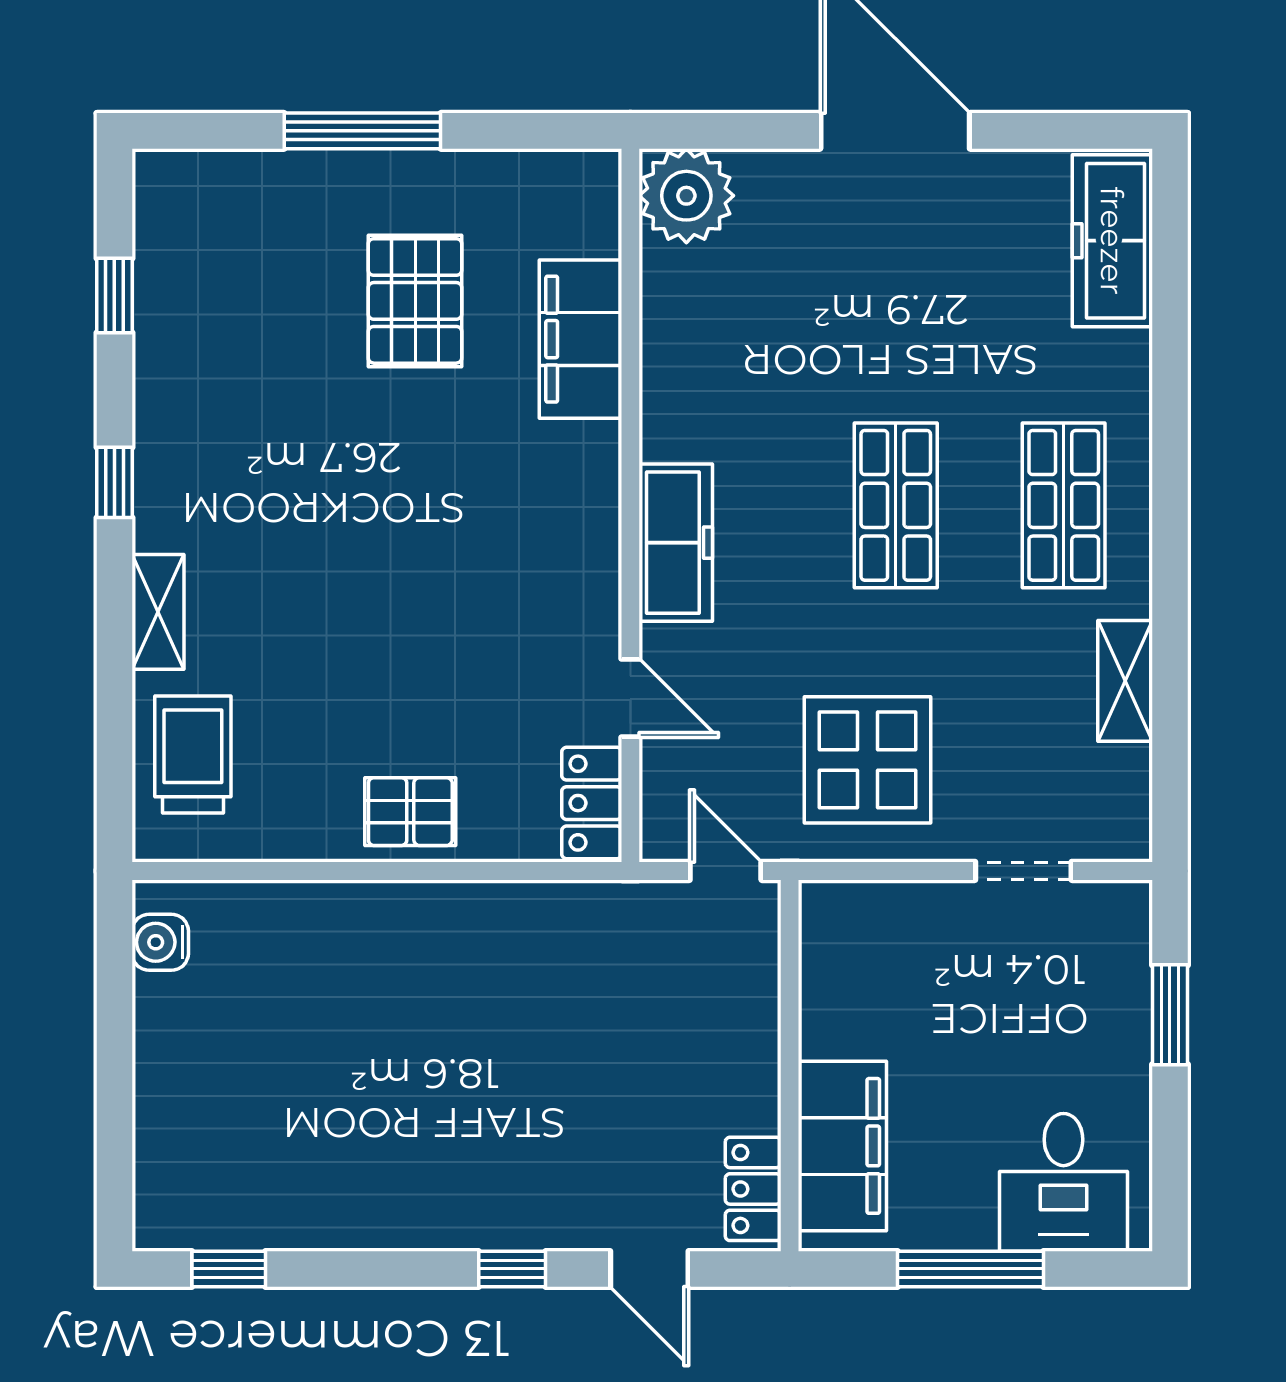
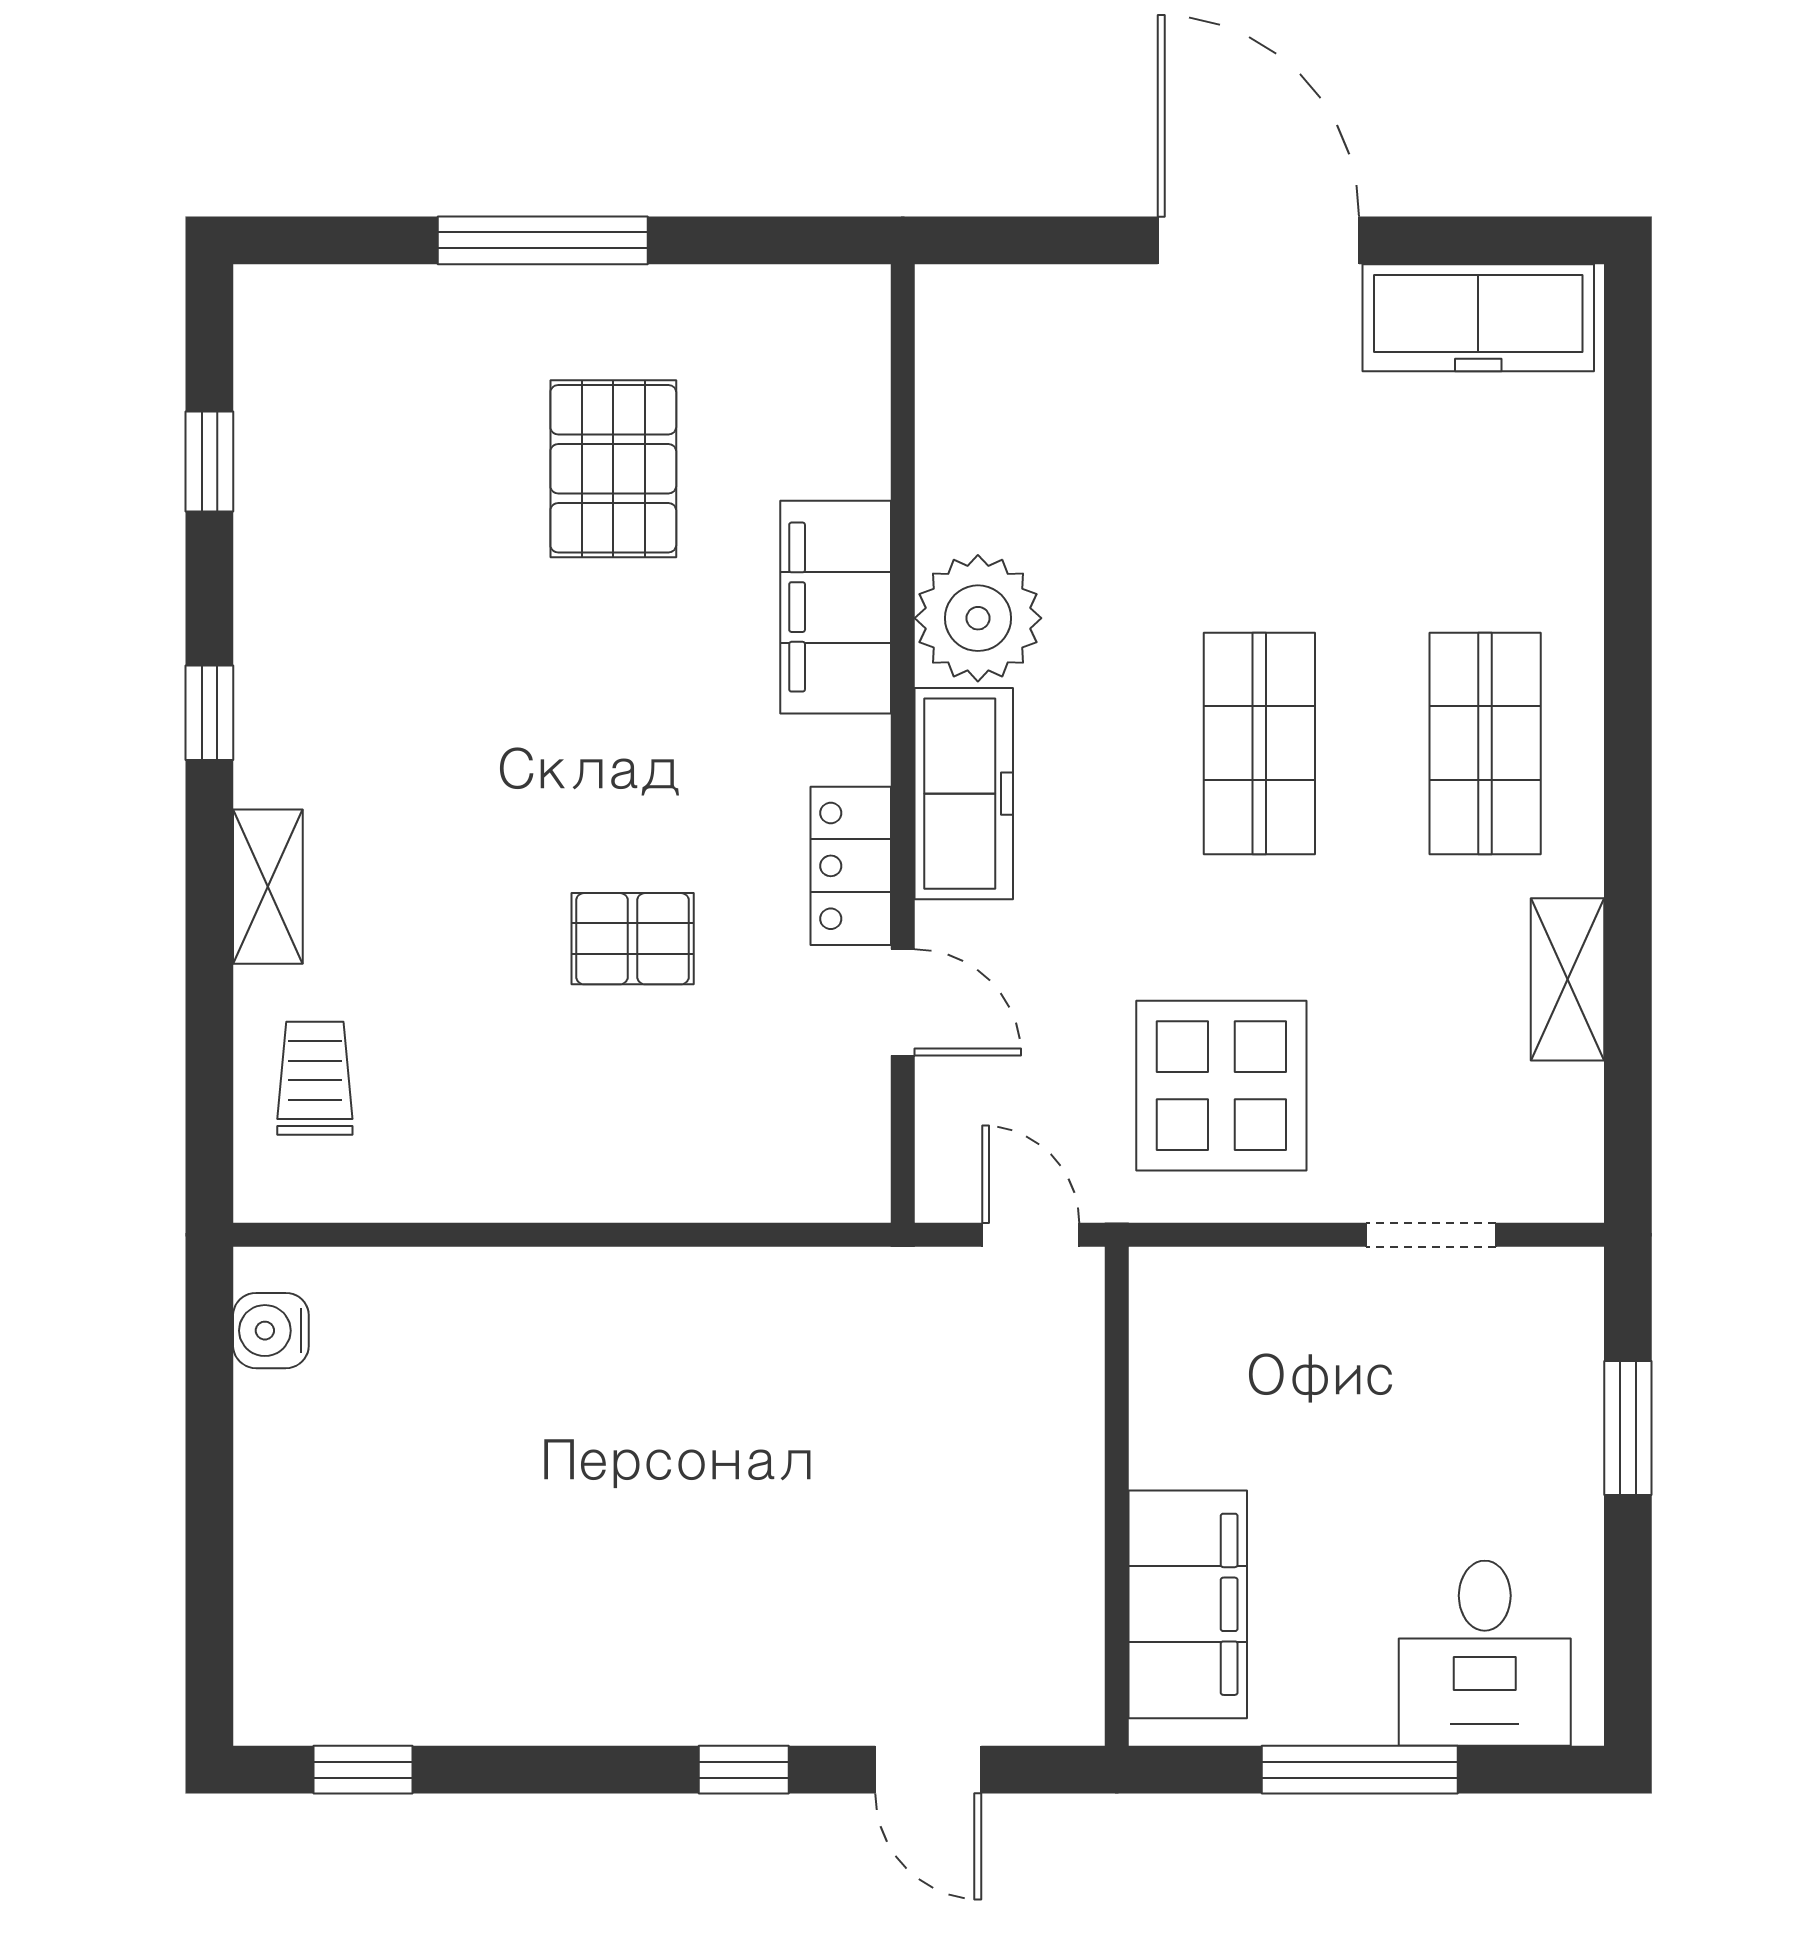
plant: (686, 196) -> (978, 618), moved
freezer: (1112, 241) -> (1478, 318), moved, turned -90
filing cabinet: (580, 339) -> (836, 607), moved
trolley: (193, 754) -> (315, 1078), width x0.73, depth x0.72
locker: (592, 803) -> (851, 866), moved
pallet: (410, 812) -> (633, 939), moved
locker: (753, 1189) -> (1068, 1662), removed

